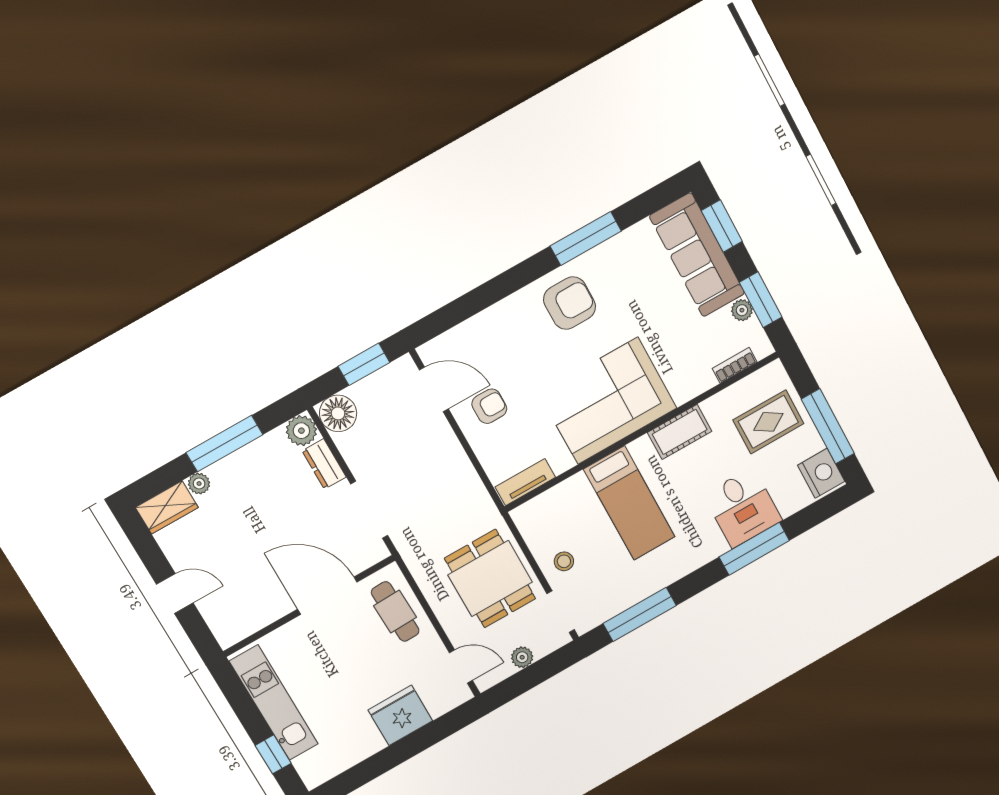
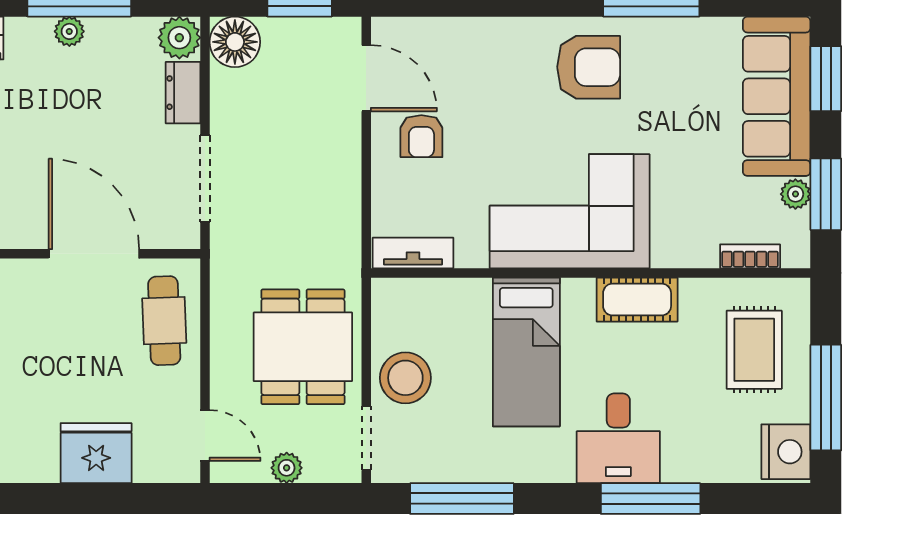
armchair: (489, 406) -> (421, 136), turned 90
rug: (768, 422) -> (754, 350), turned 90
plant: (199, 484) -> (69, 31), moved
desk: (743, 508) -> (618, 438), moved
stool: (564, 561) -> (405, 378), width x1.89, depth x1.89

